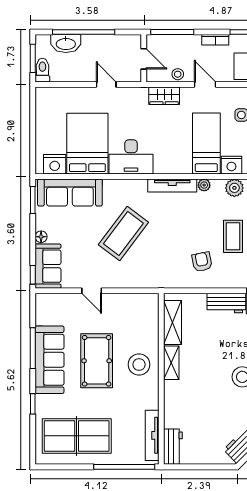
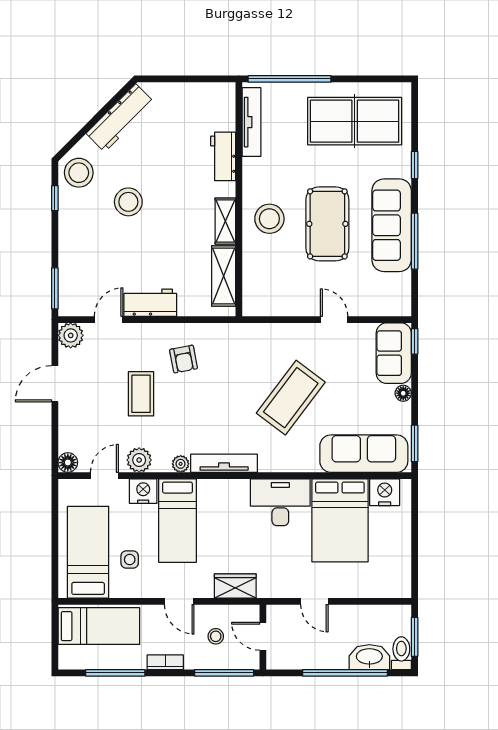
toilet: (42, 70) -> (401, 653), moved, turned 180
stool: (178, 74) -> (216, 636), moved
workbench: (173, 447) -> (223, 156), moved

